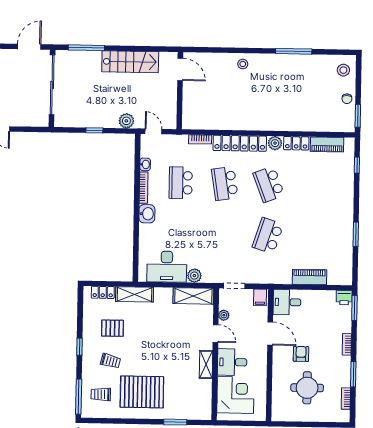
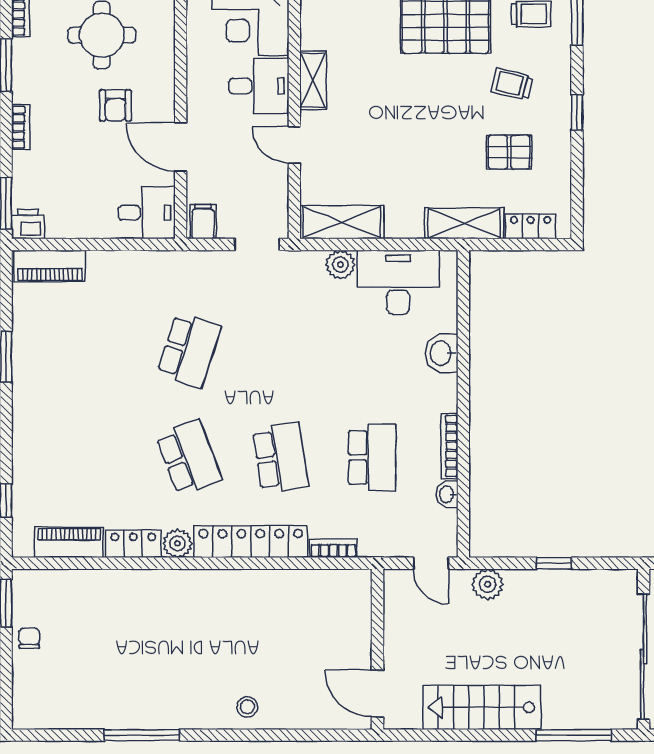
stool: (343, 70) -> (38, 698), removed
washbasin: (147, 214) -> (442, 353), moved
piano: (309, 277) -> (50, 266), moved
plant: (224, 315) -> (278, 183), removed

